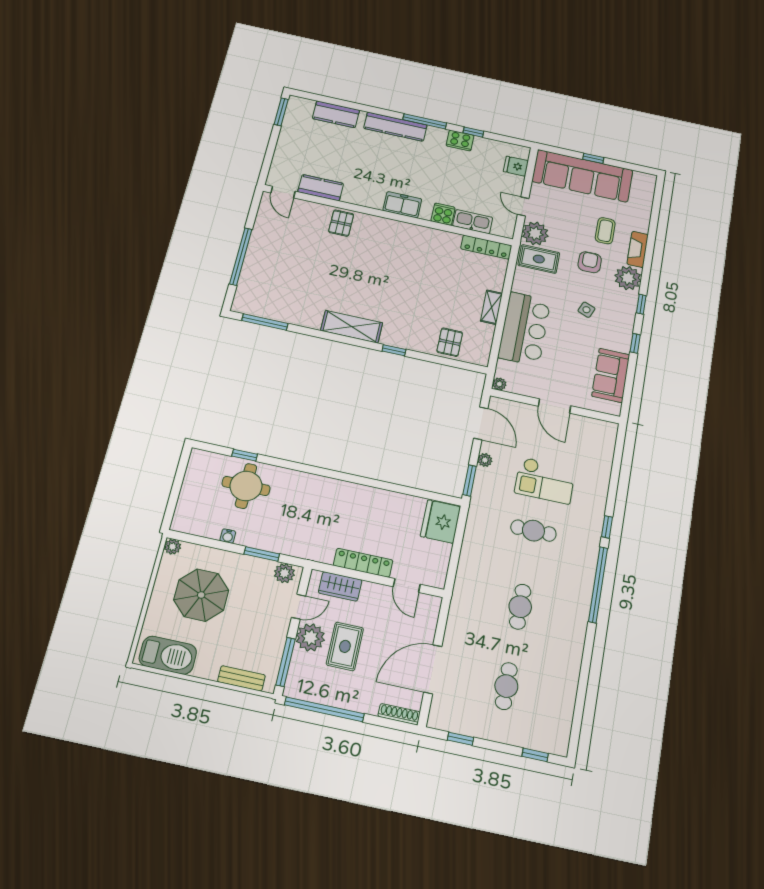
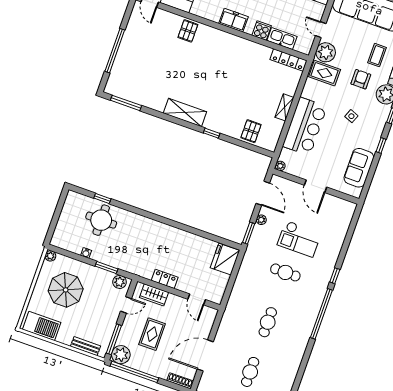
locker: (363, 563) -> (165, 279), width x0.66
plant: (310, 637) -> (121, 355), moved

